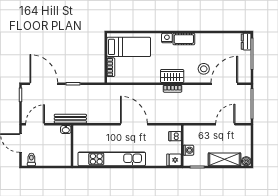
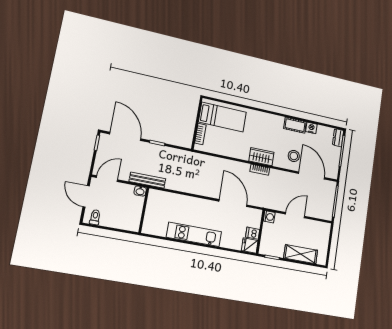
nightstand: (167, 38) -> (311, 128), moved
cot: (184, 39) -> (295, 125), moved
door: (224, 84) -> (312, 175), hinge flipped
door: (134, 124) -> (233, 203), moved
door: (225, 124) -> (295, 215), moved
dishwasher: (175, 136) -> (253, 233), moved
washing machine: (188, 150) -> (269, 217), moved
kitchen unit: (112, 159) -> (194, 234), width x0.73
boiler: (246, 161) -> (322, 260), removed

